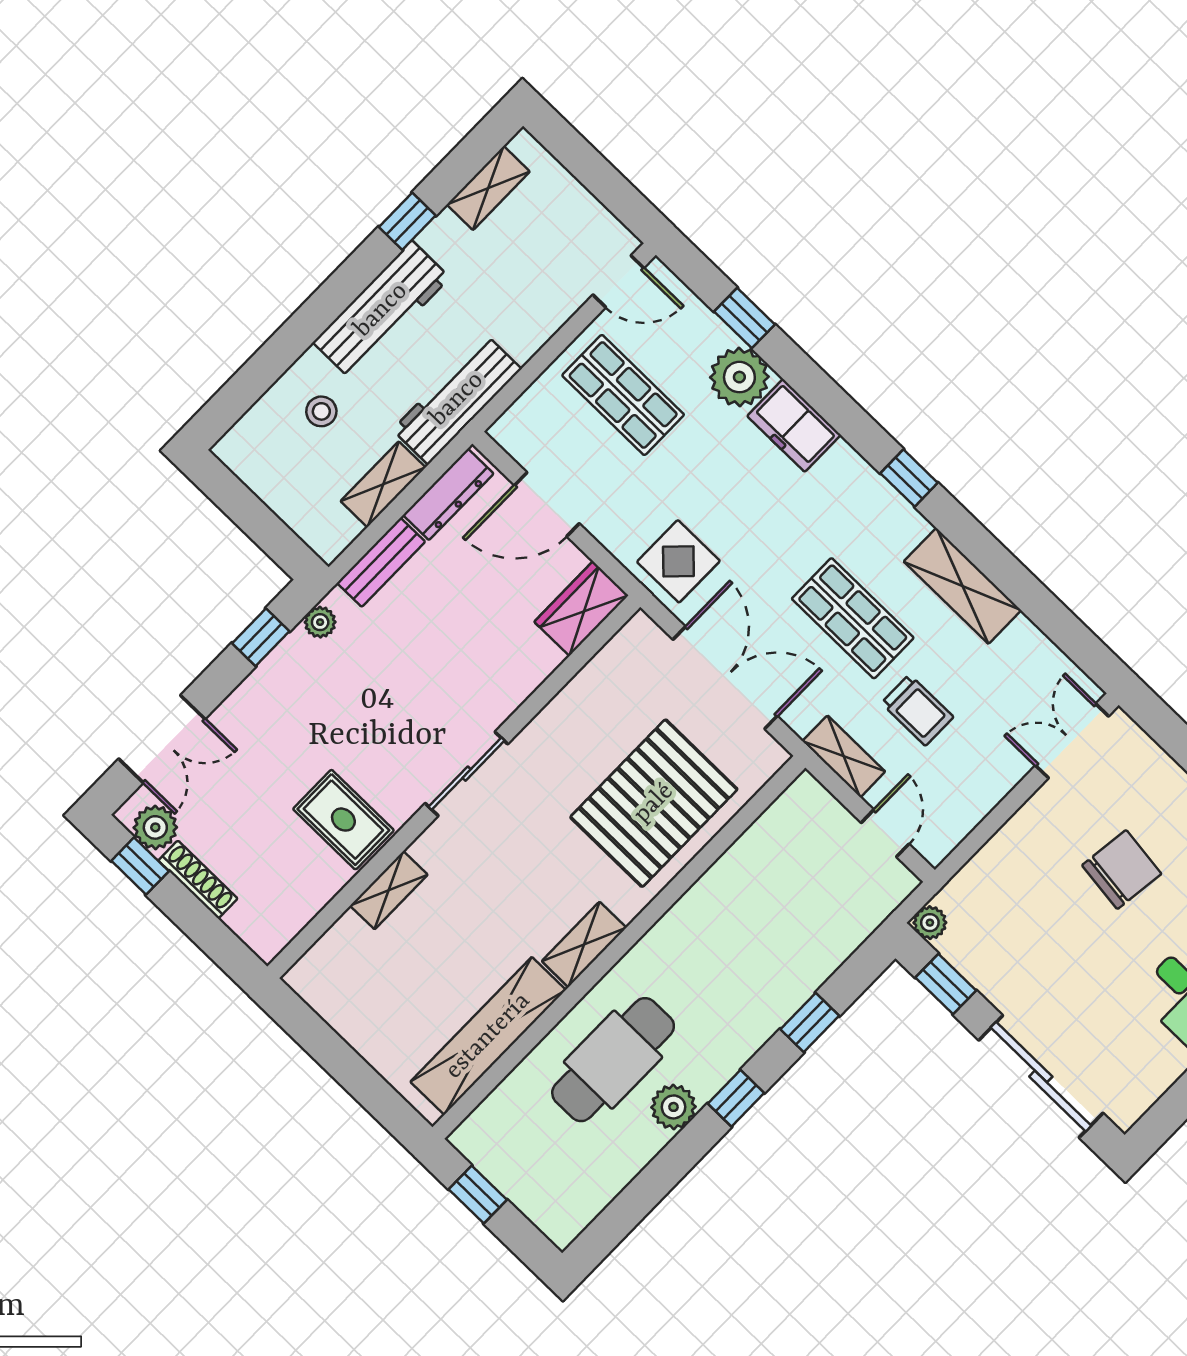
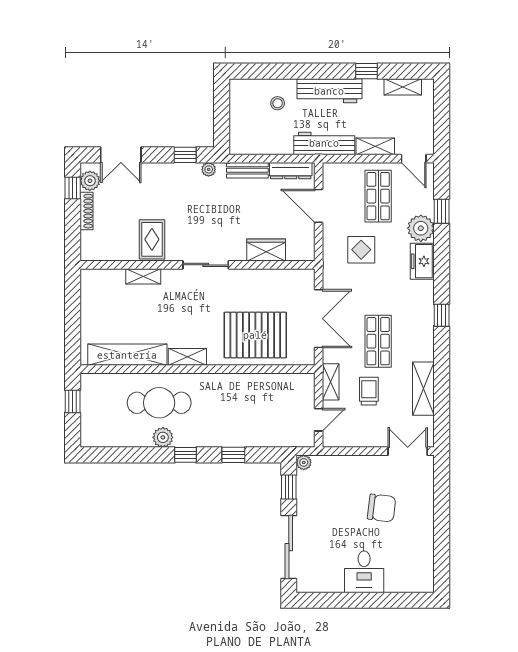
shelving: (383, 484) -> (375, 146), moved
display table: (678, 561) -> (361, 250), moved
shelving: (962, 586) -> (423, 389), moved
wardrobe: (581, 609) -> (266, 250), moved
trolley: (917, 710) -> (369, 391), turned 180

